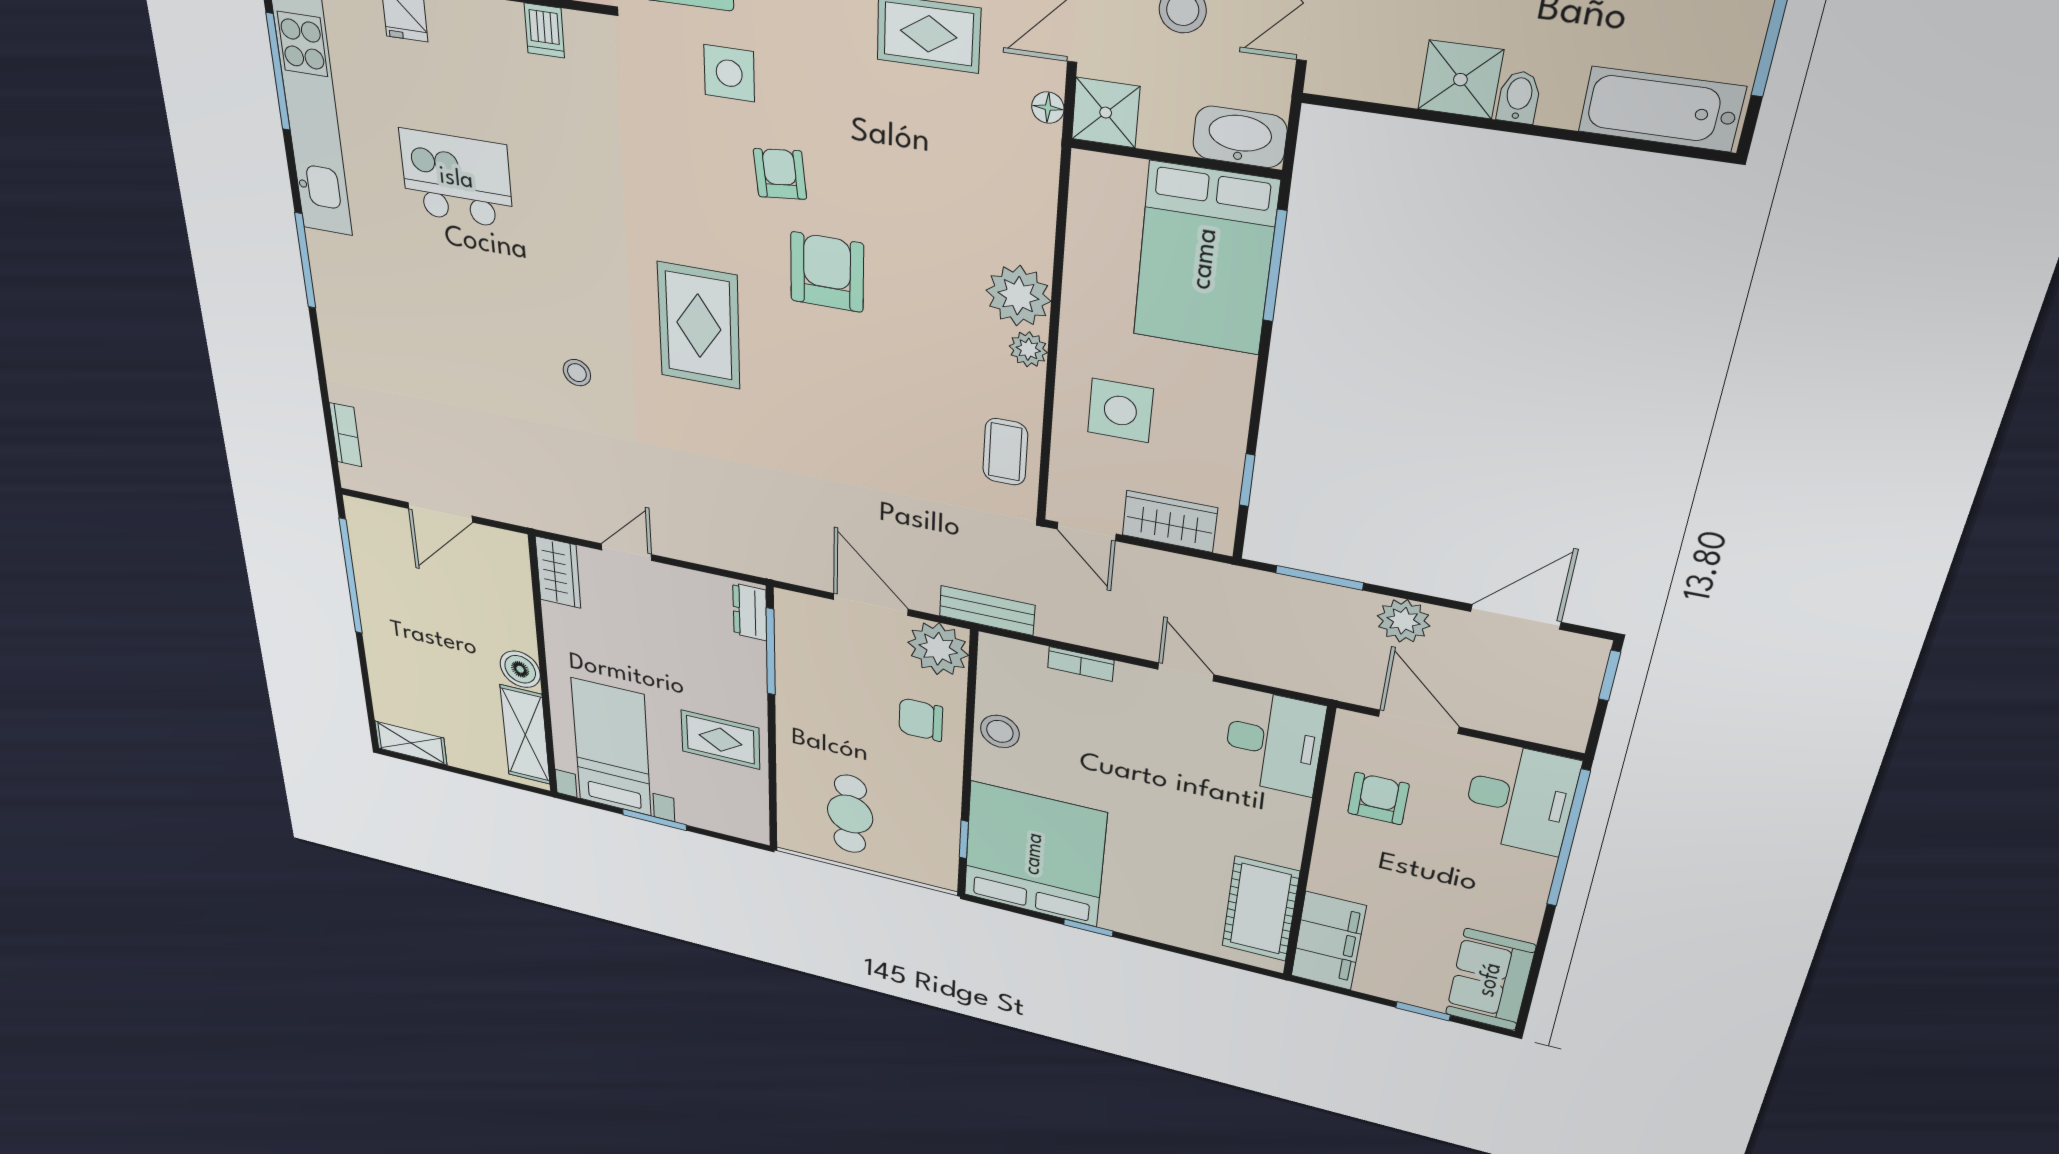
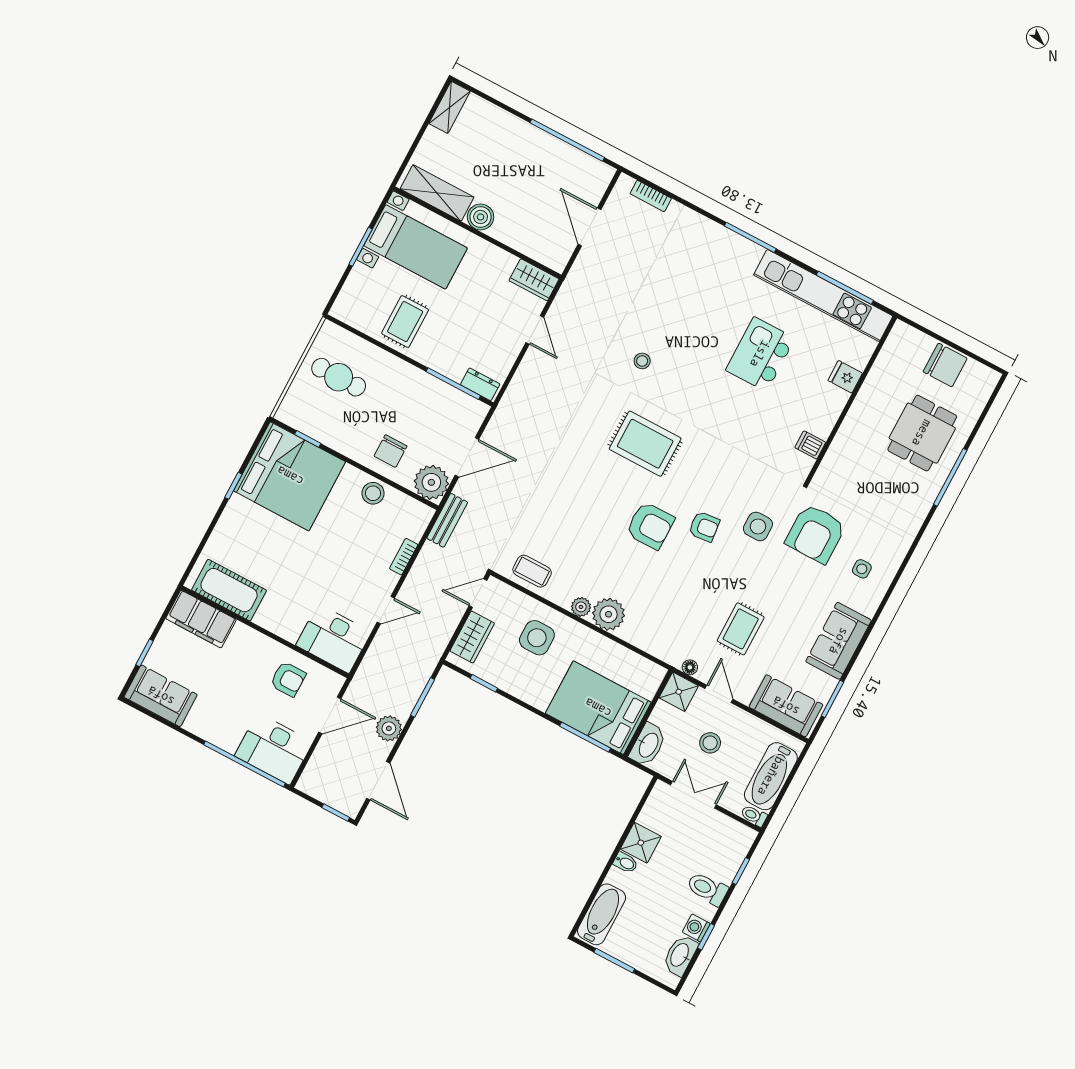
kitchen island: (456, 179) -> (760, 354), turned 180
chair: (921, 720) -> (391, 451), turned 180

